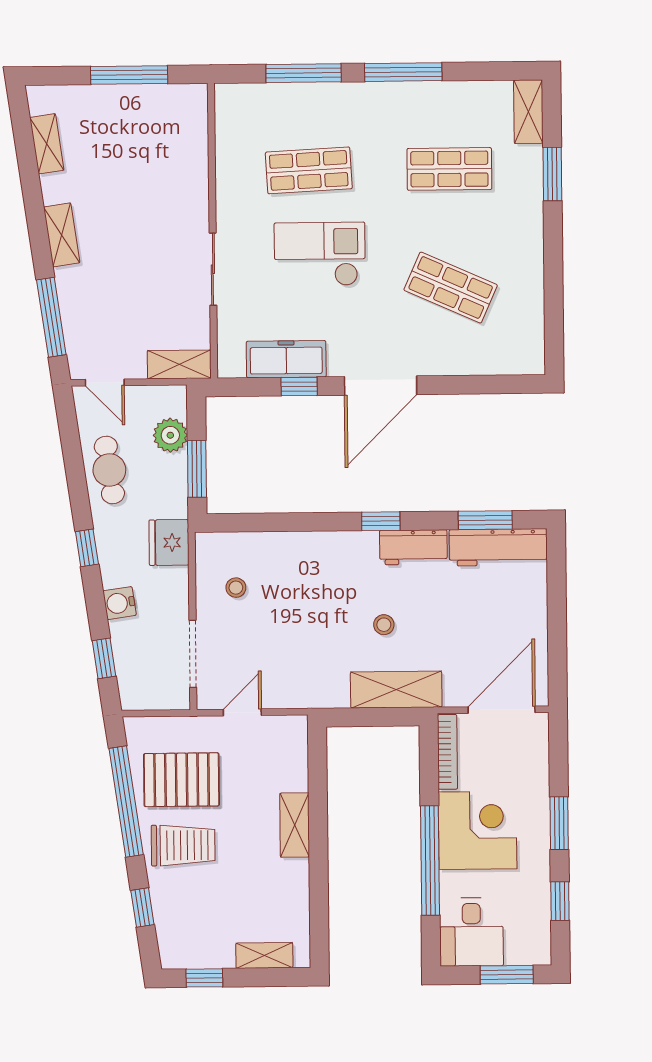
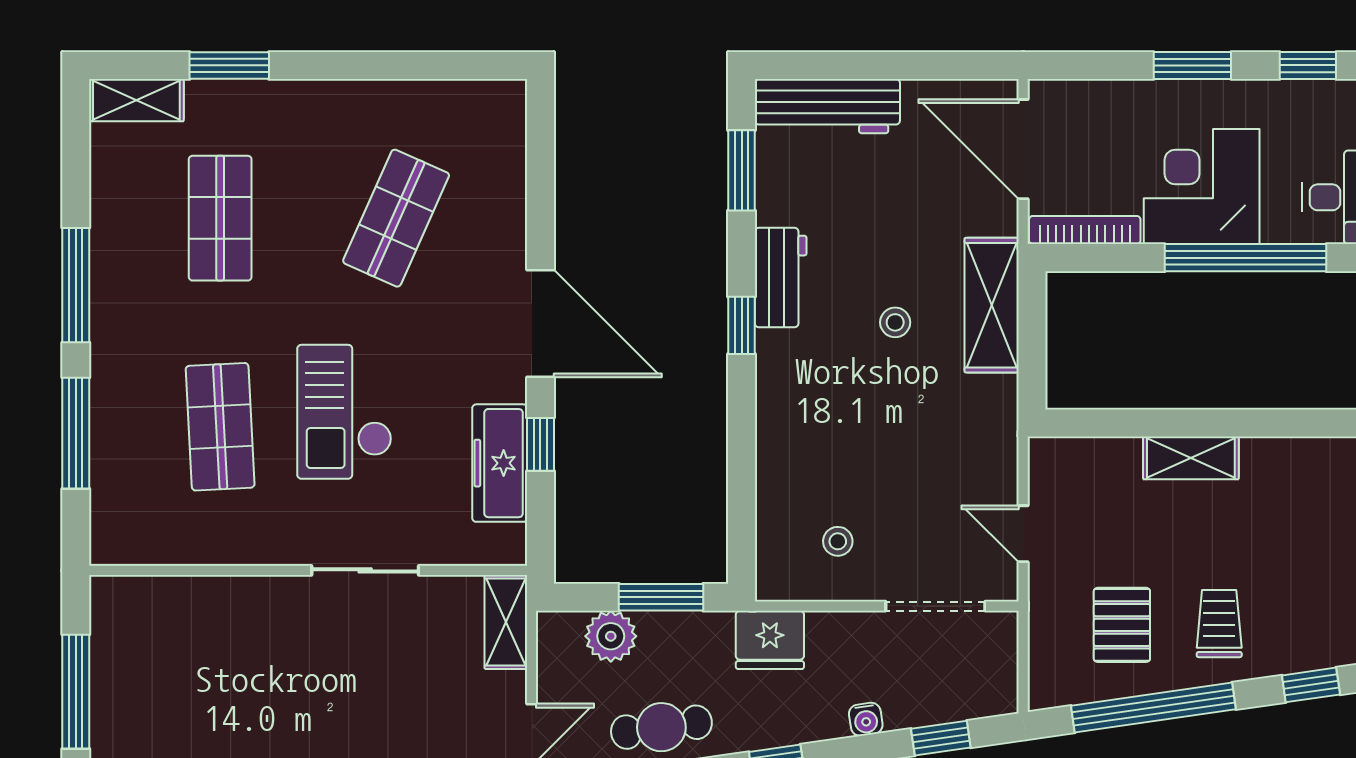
workbench: (498, 547) -> (827, 106), moved, turned 90
water cooler: (120, 603) -> (866, 719), width x0.72, depth x0.72
pallet: (182, 780) -> (1122, 625), width x0.67, depth x0.71
trolley: (183, 845) -> (1219, 624), width x0.73, depth x0.72

